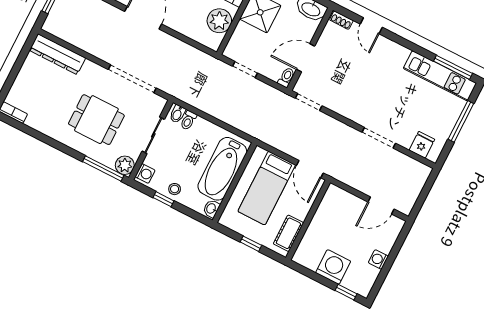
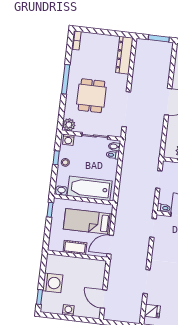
window: (103, 168) -> (66, 79), moved
cot: (288, 233) -> (75, 247), moved
window: (251, 244) -> (50, 210), moved

